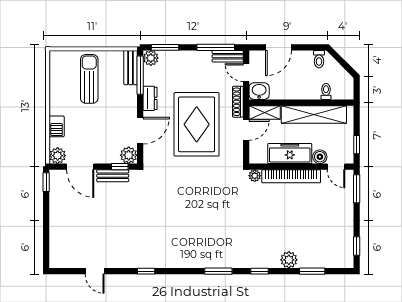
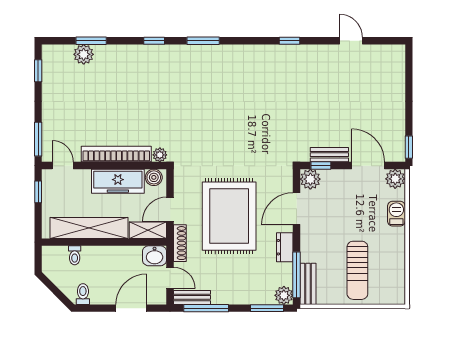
boiler: (320, 157) -> (154, 177), moved
plant: (289, 260) -> (84, 54), moved

